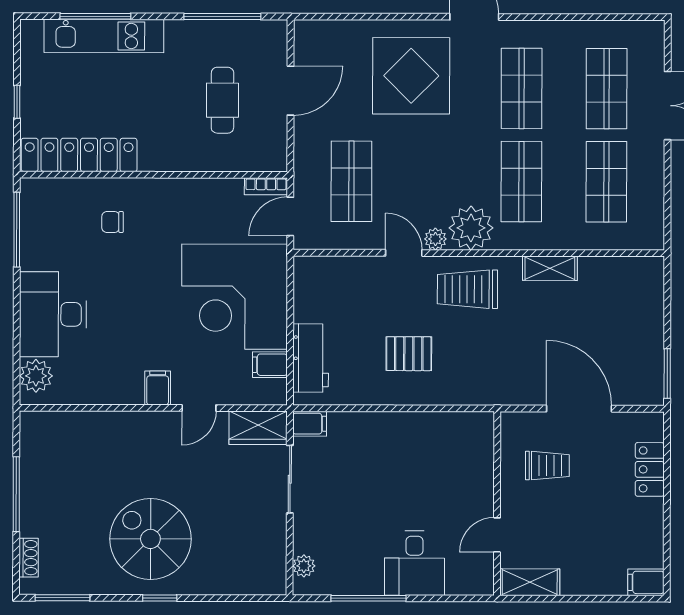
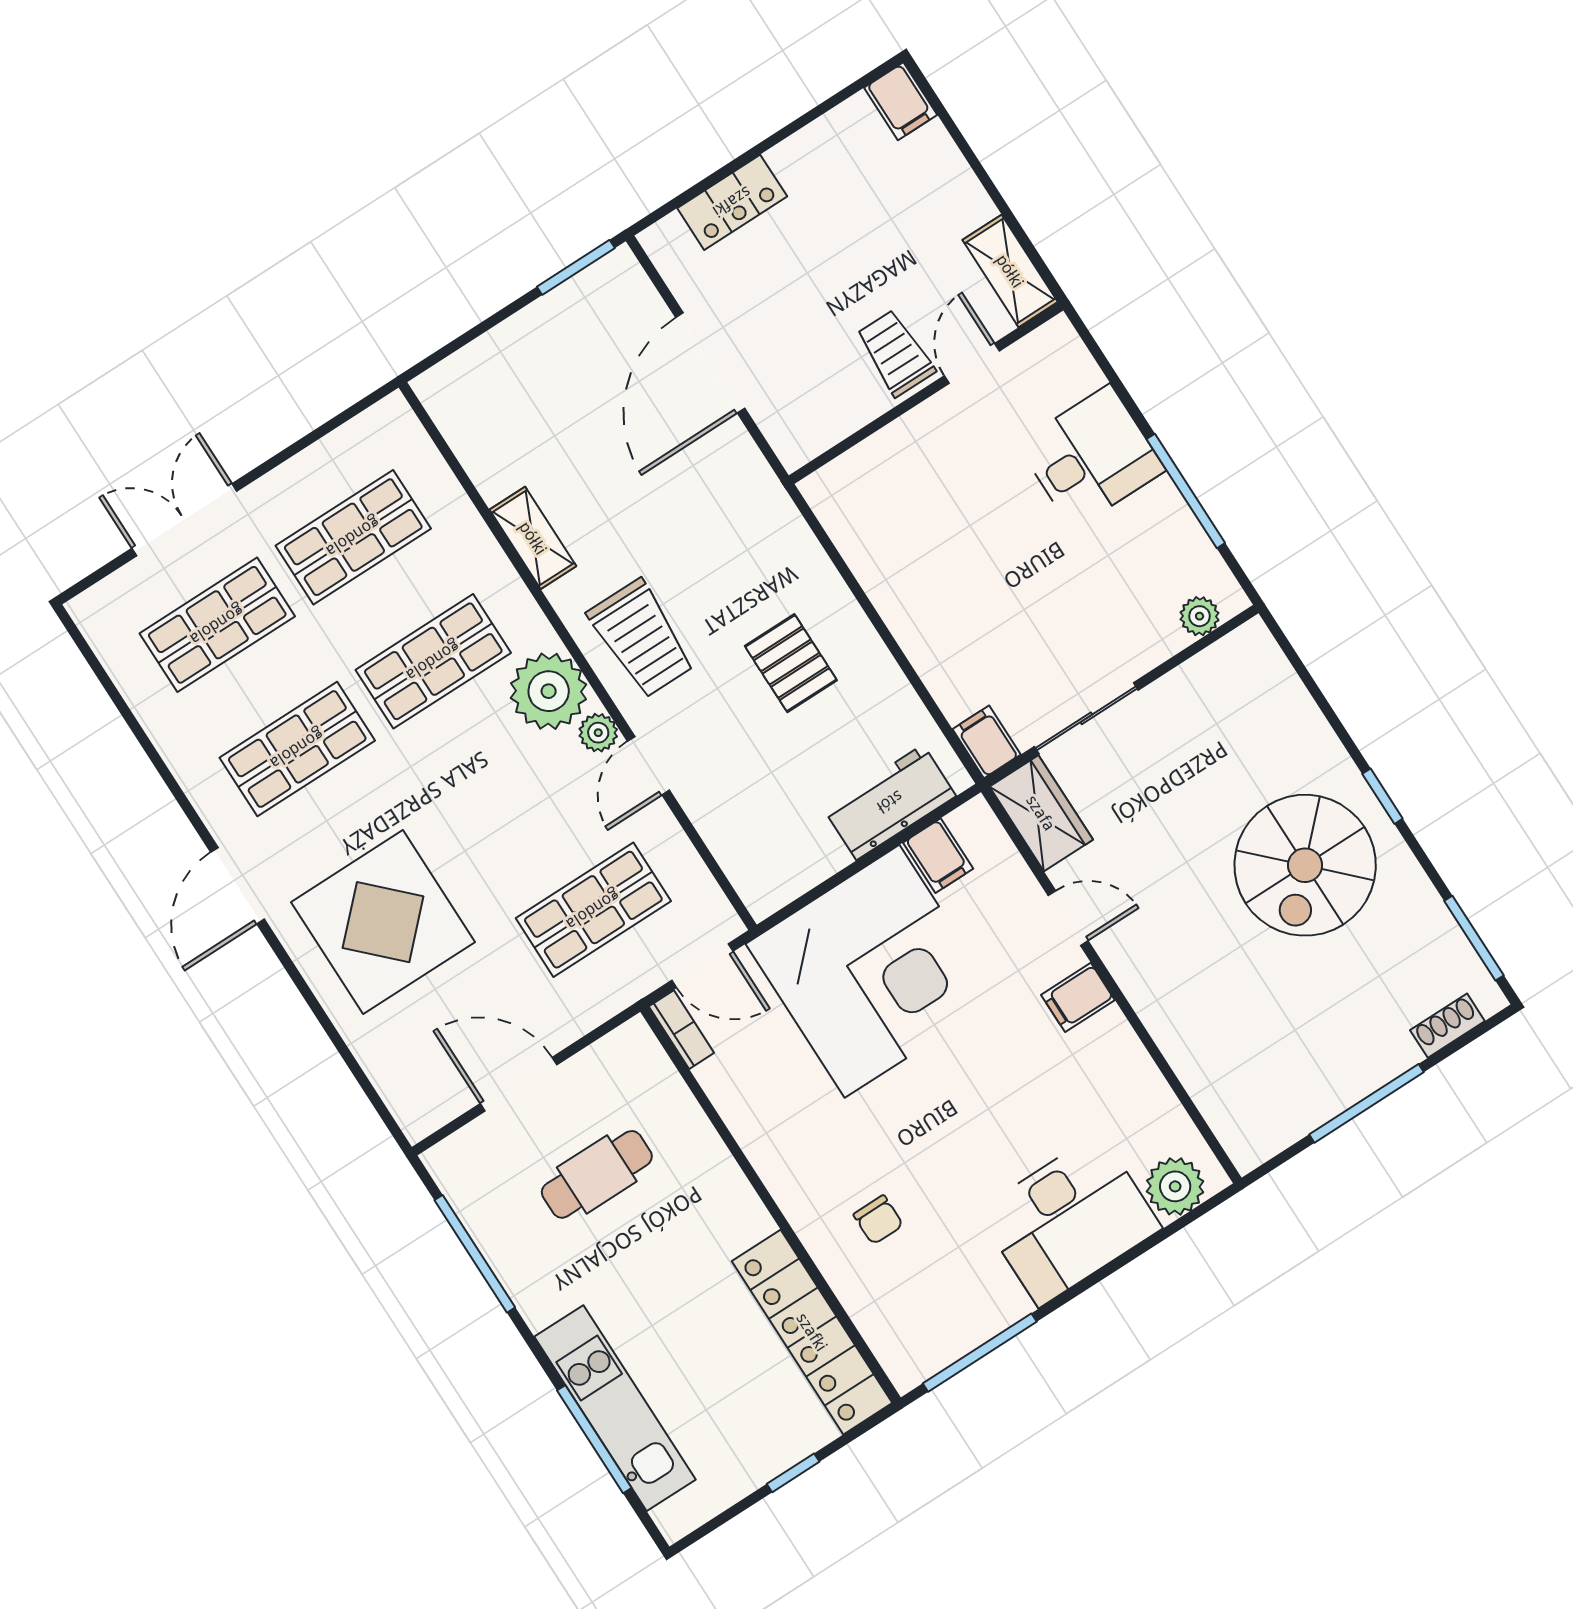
trolley: (547, 466) -> (896, 353), moved
door: (497, 535) -> (972, 363), swing flipped

